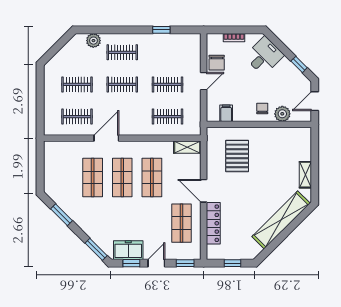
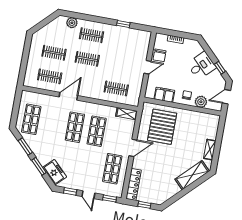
desk: (264, 56) -> (201, 66), moved
clothes rail: (168, 84) -> (120, 65), removed
filing cabinet: (226, 113) -> (164, 95), width x2.00
pallet: (237, 156) -> (162, 127), width x1.37, depth x1.41
shop shelf: (93, 177) -> (31, 119), moved
door: (204, 191) -> (133, 148), swing flipped
shelving: (281, 220) -> (192, 175), width x0.68
locker: (213, 223) -> (134, 184), moved
window: (96, 249) -> (39, 166), moved
freezer: (128, 250) -> (55, 172), moved, turned 45
door: (156, 263) -> (88, 195), swing flipped

